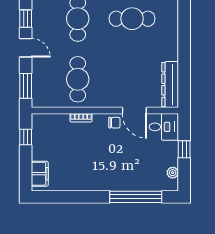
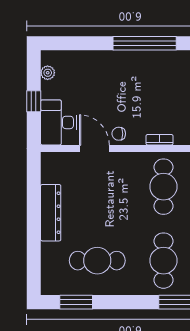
dresser: (170, 85) -> (51, 213), moved
desk: (164, 127) -> (58, 122), width x1.37
window: (136, 197) -> (145, 43), moved

